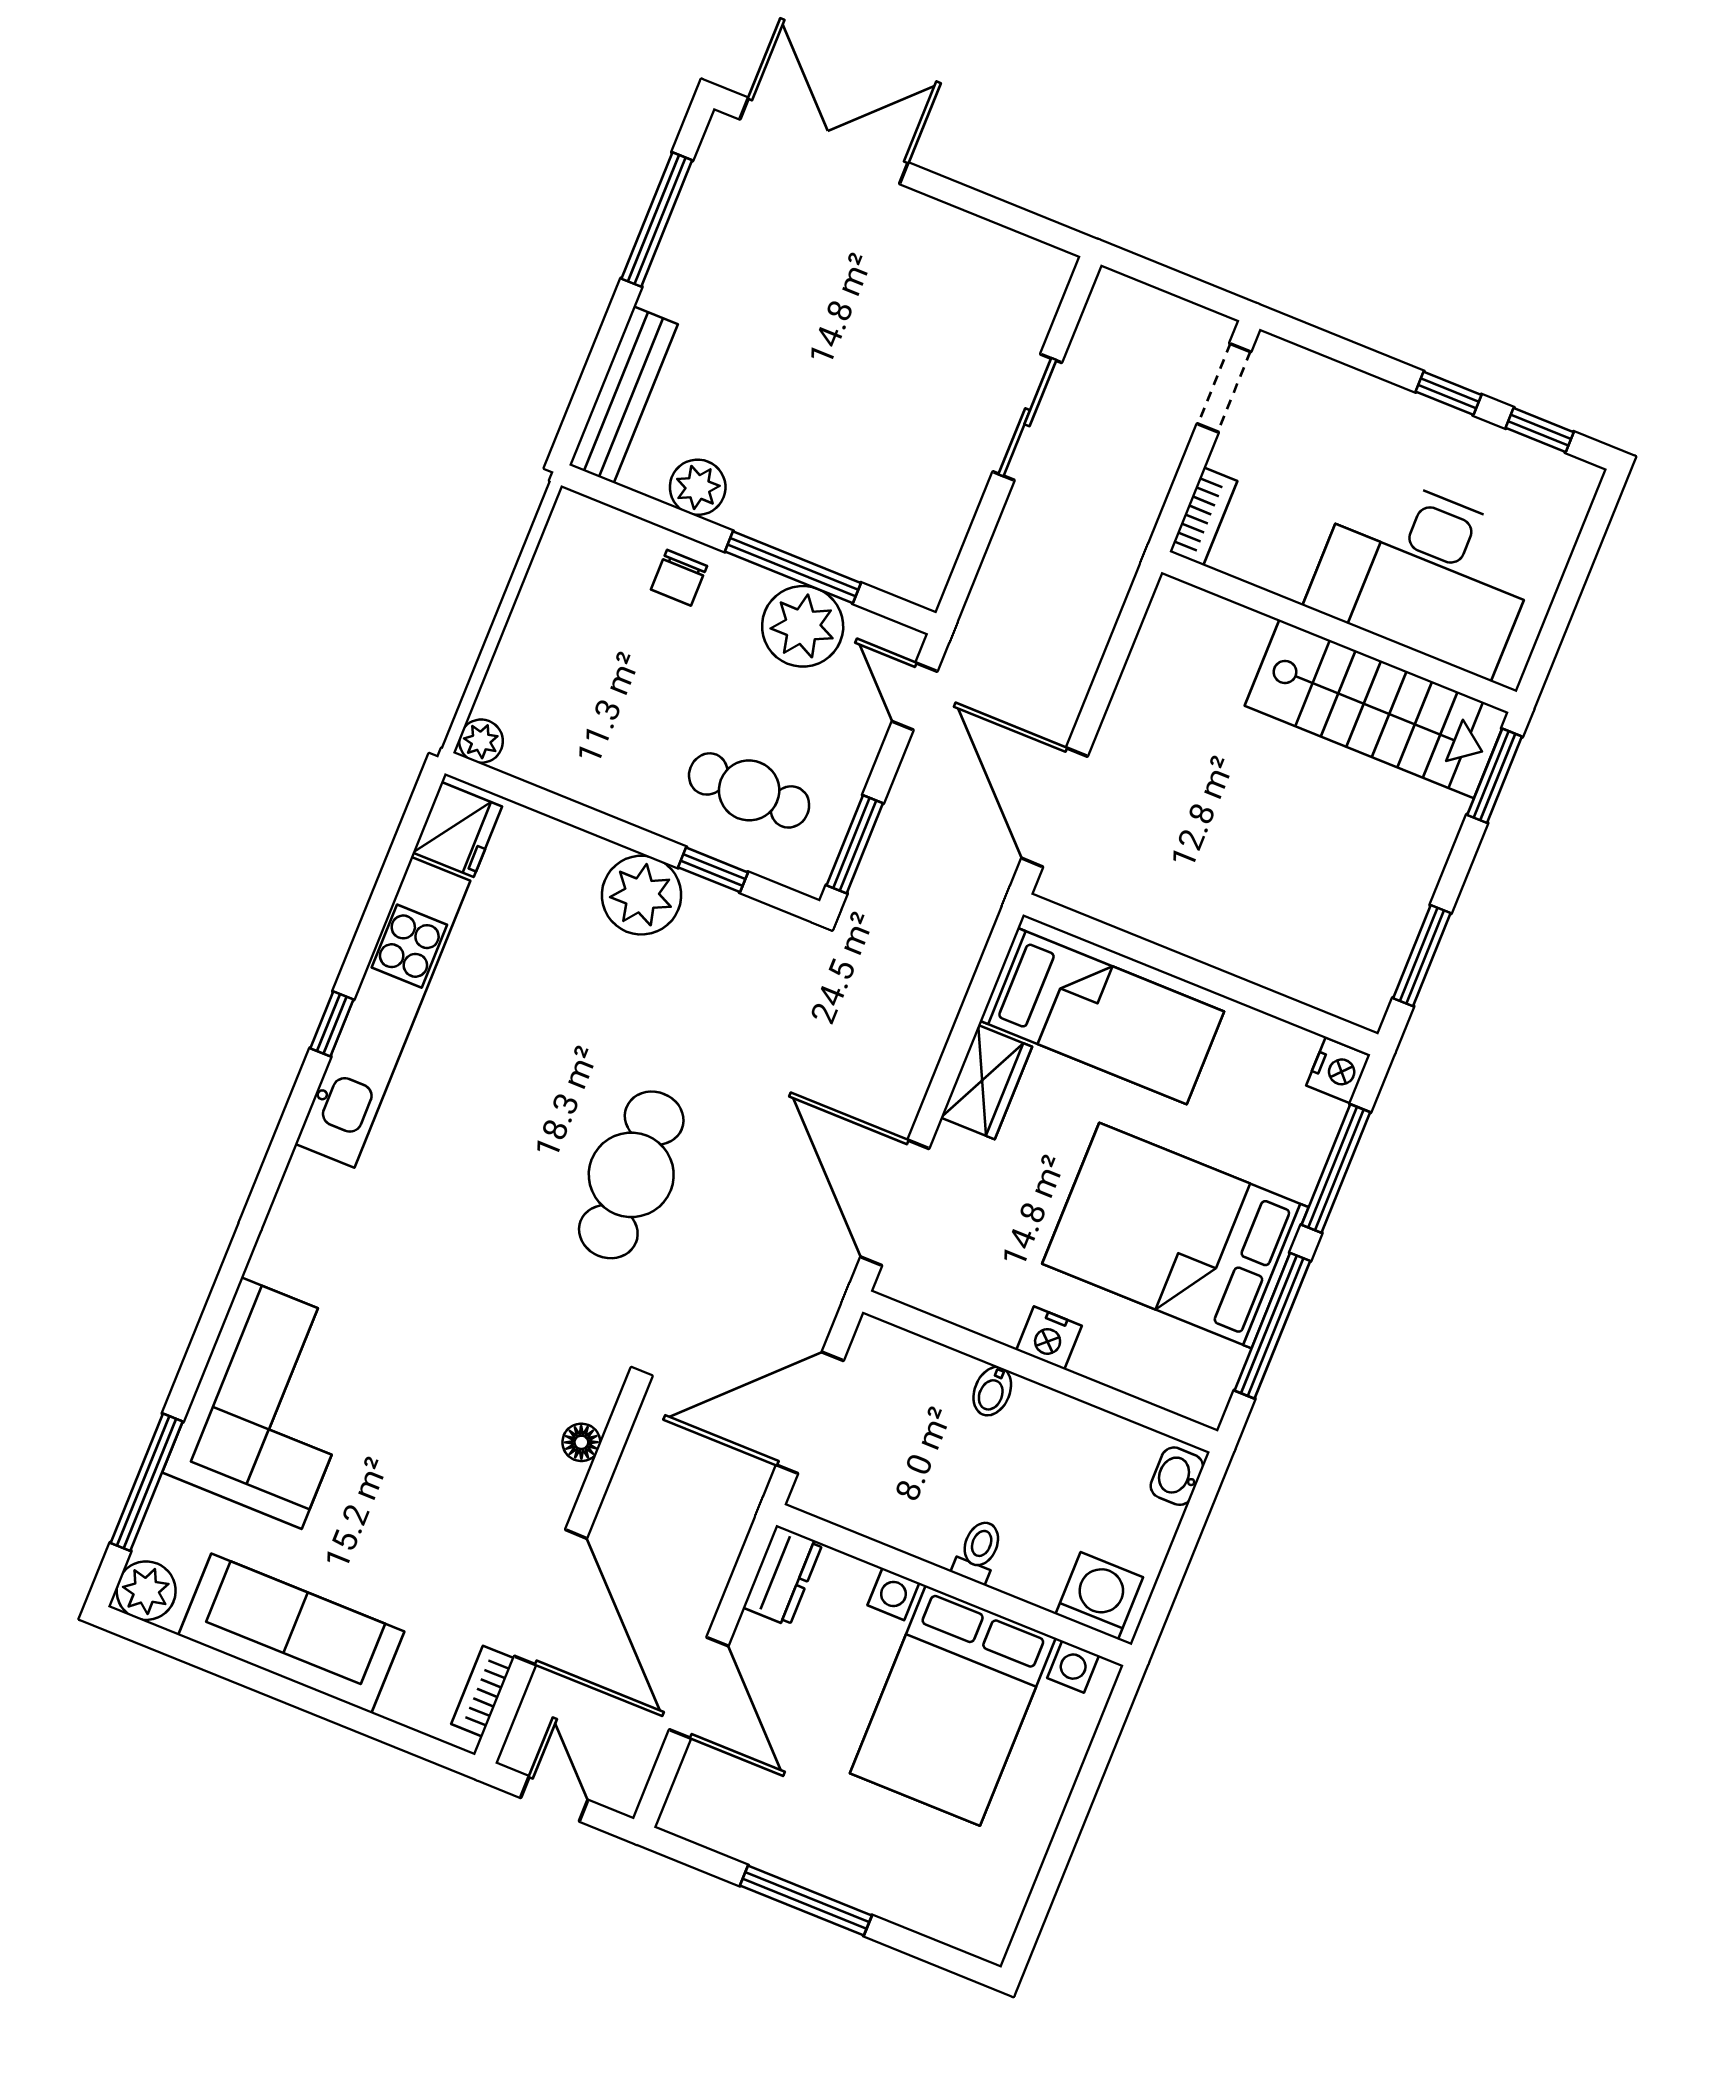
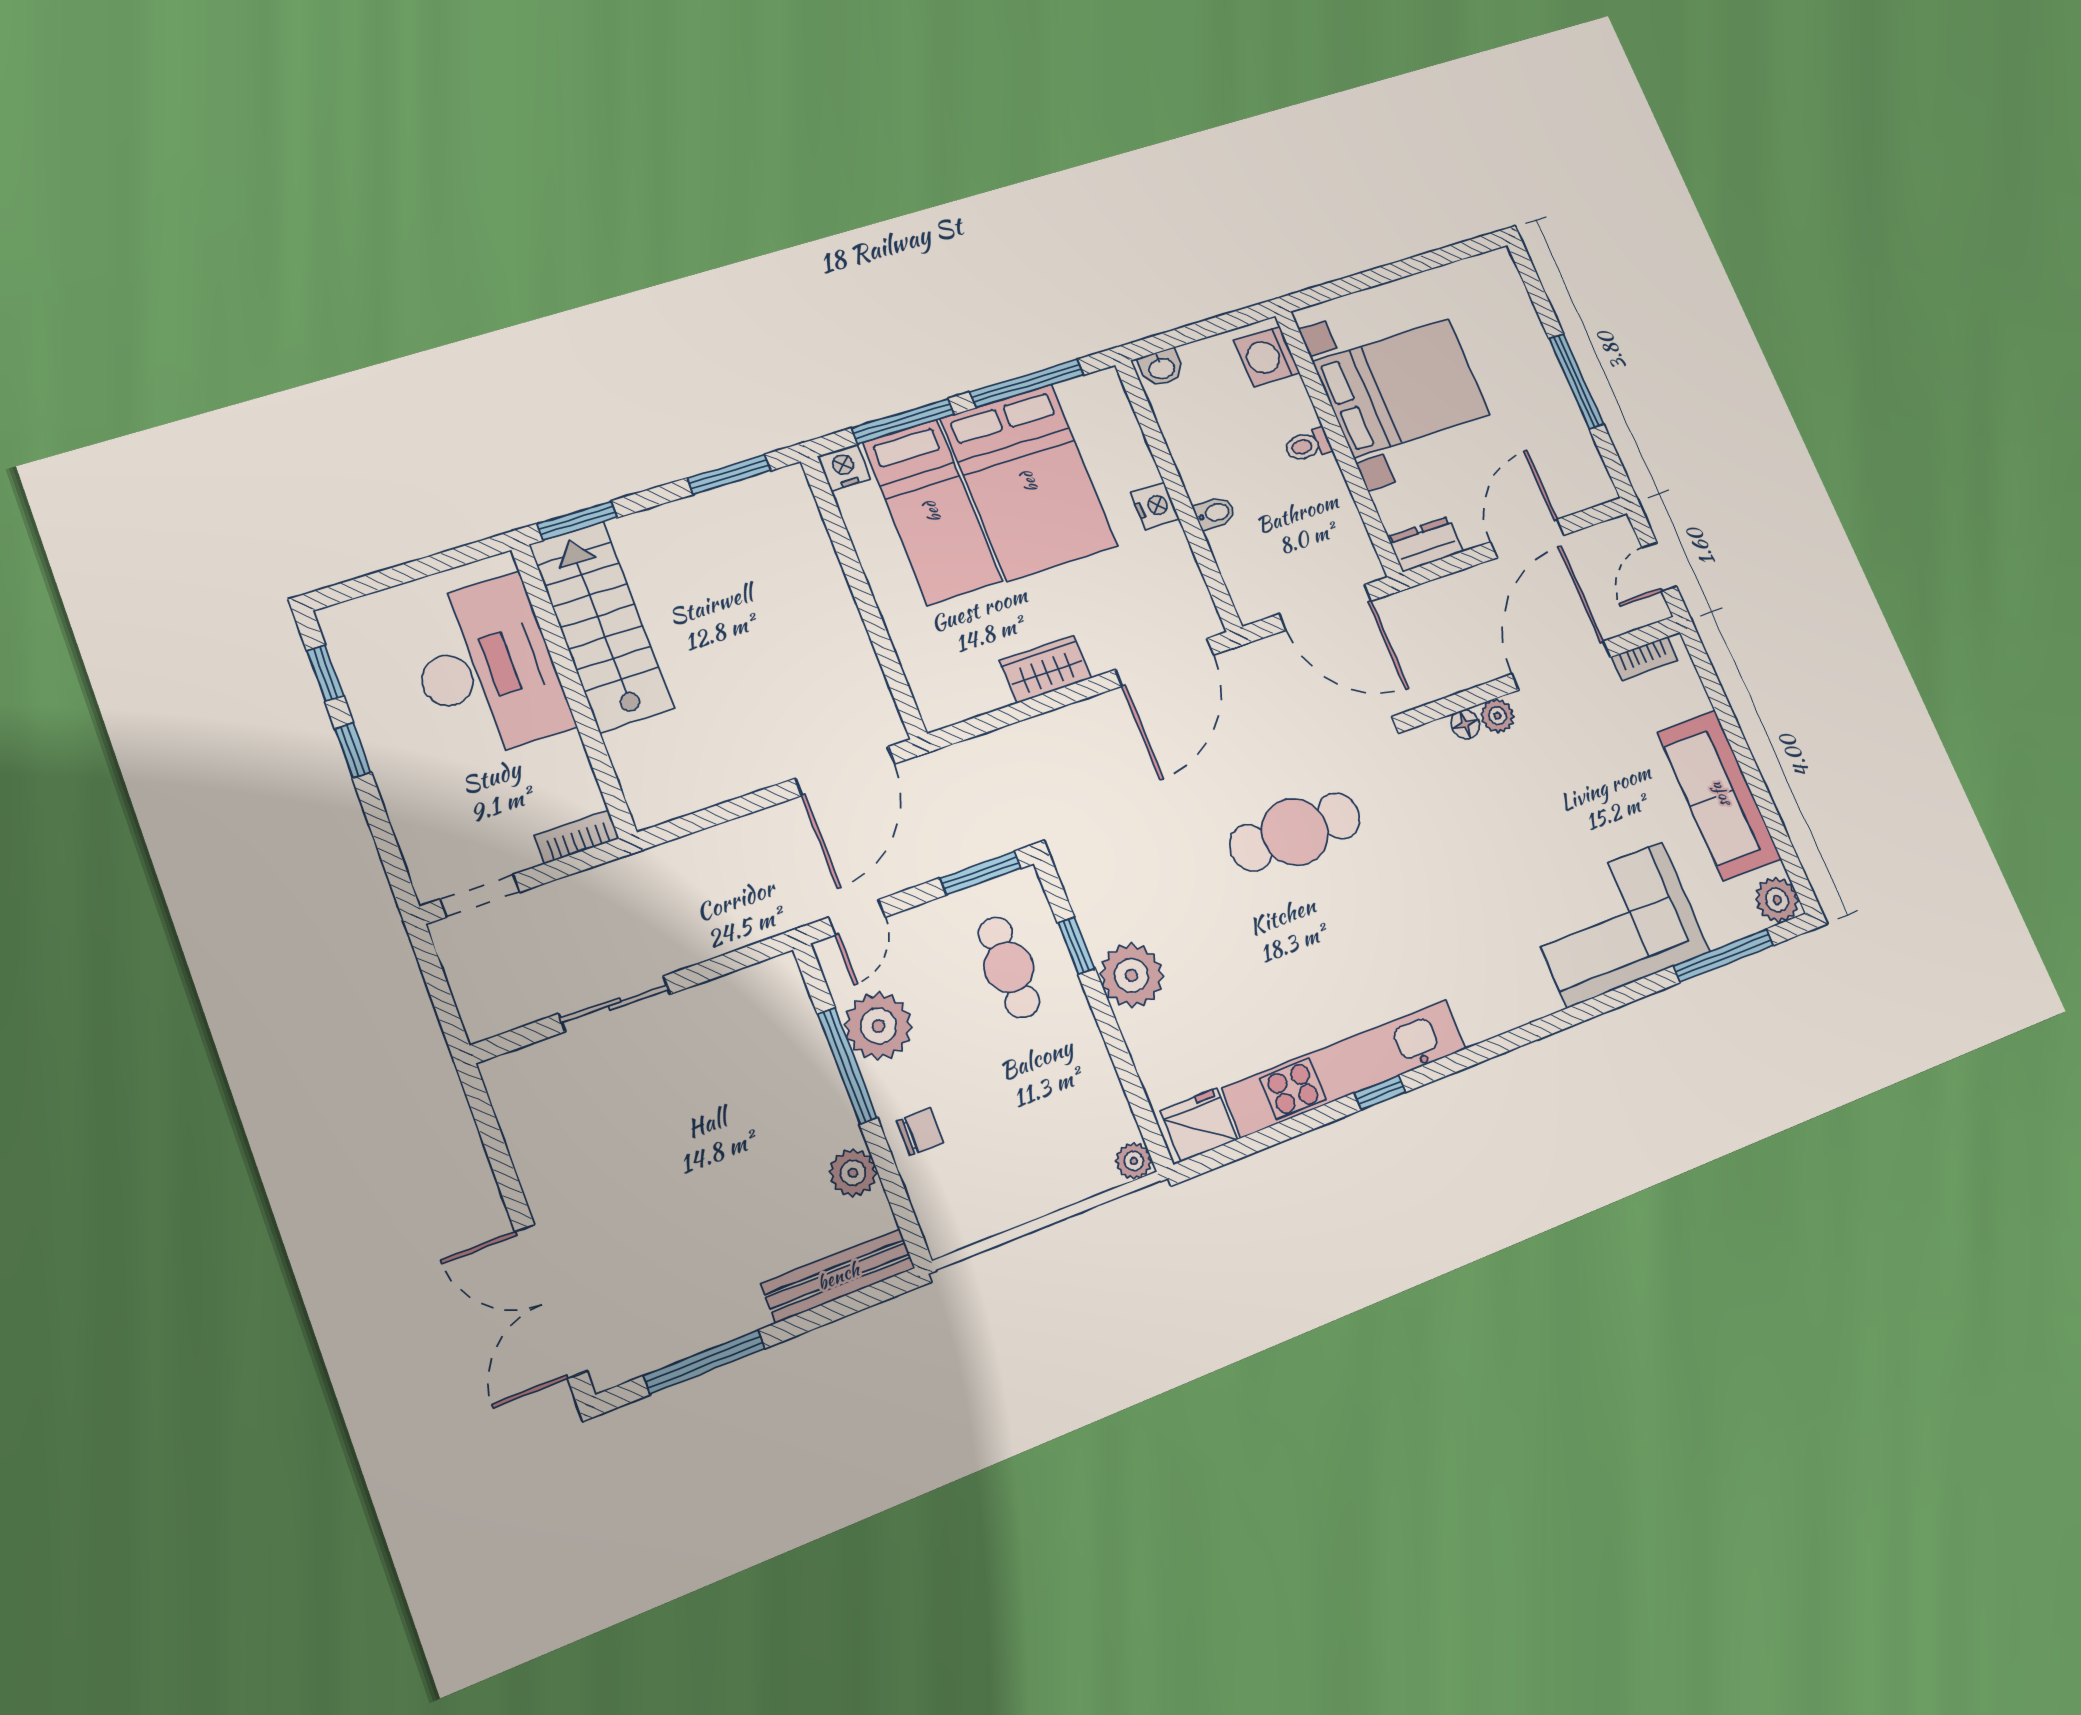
bed: (1102, 1016) -> (932, 512), moved, turned 180
plant: (561, 1483) -> (1497, 716), added

